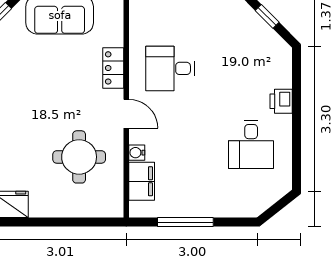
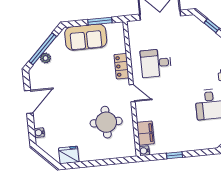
water cooler: (137, 153) -> (144, 151), moved
window: (185, 222) -> (174, 155), width x0.46

